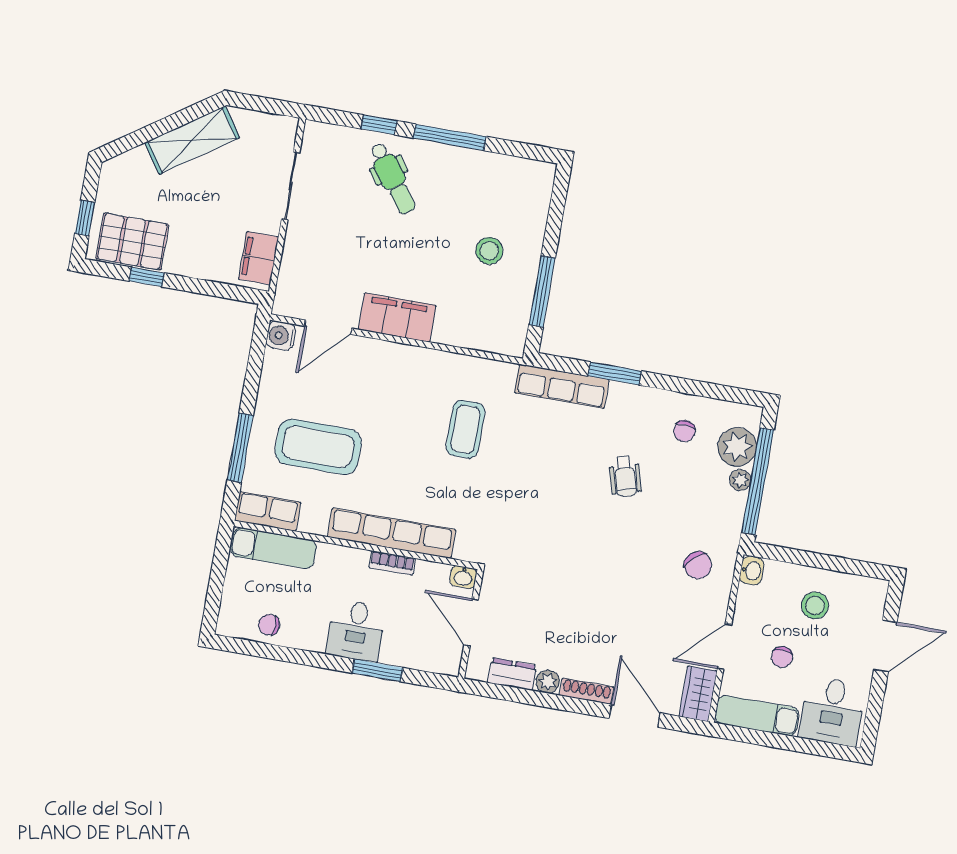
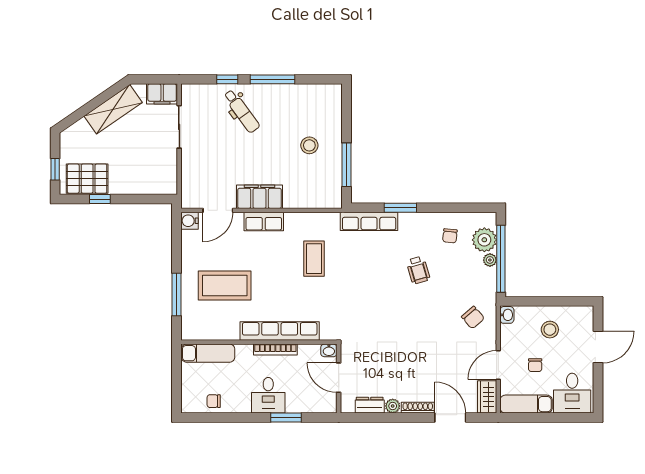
filing cabinet: (259, 258) -> (162, 94), moved, turned -90
row of seats: (268, 511) -> (264, 221), moved, turned 180
bookcase: (392, 563) -> (275, 349), width x1.56

